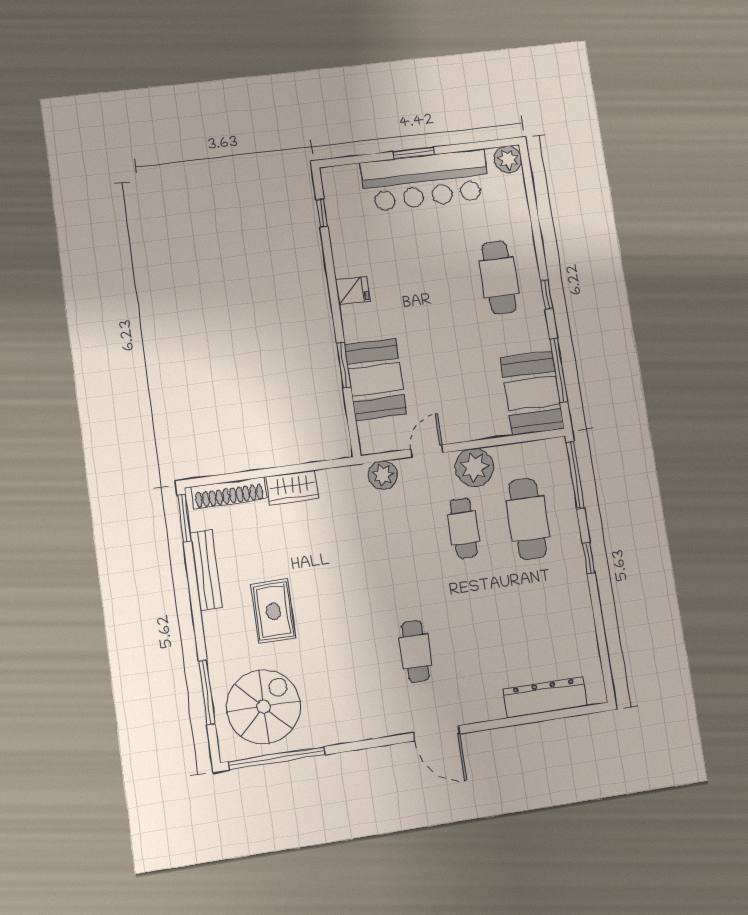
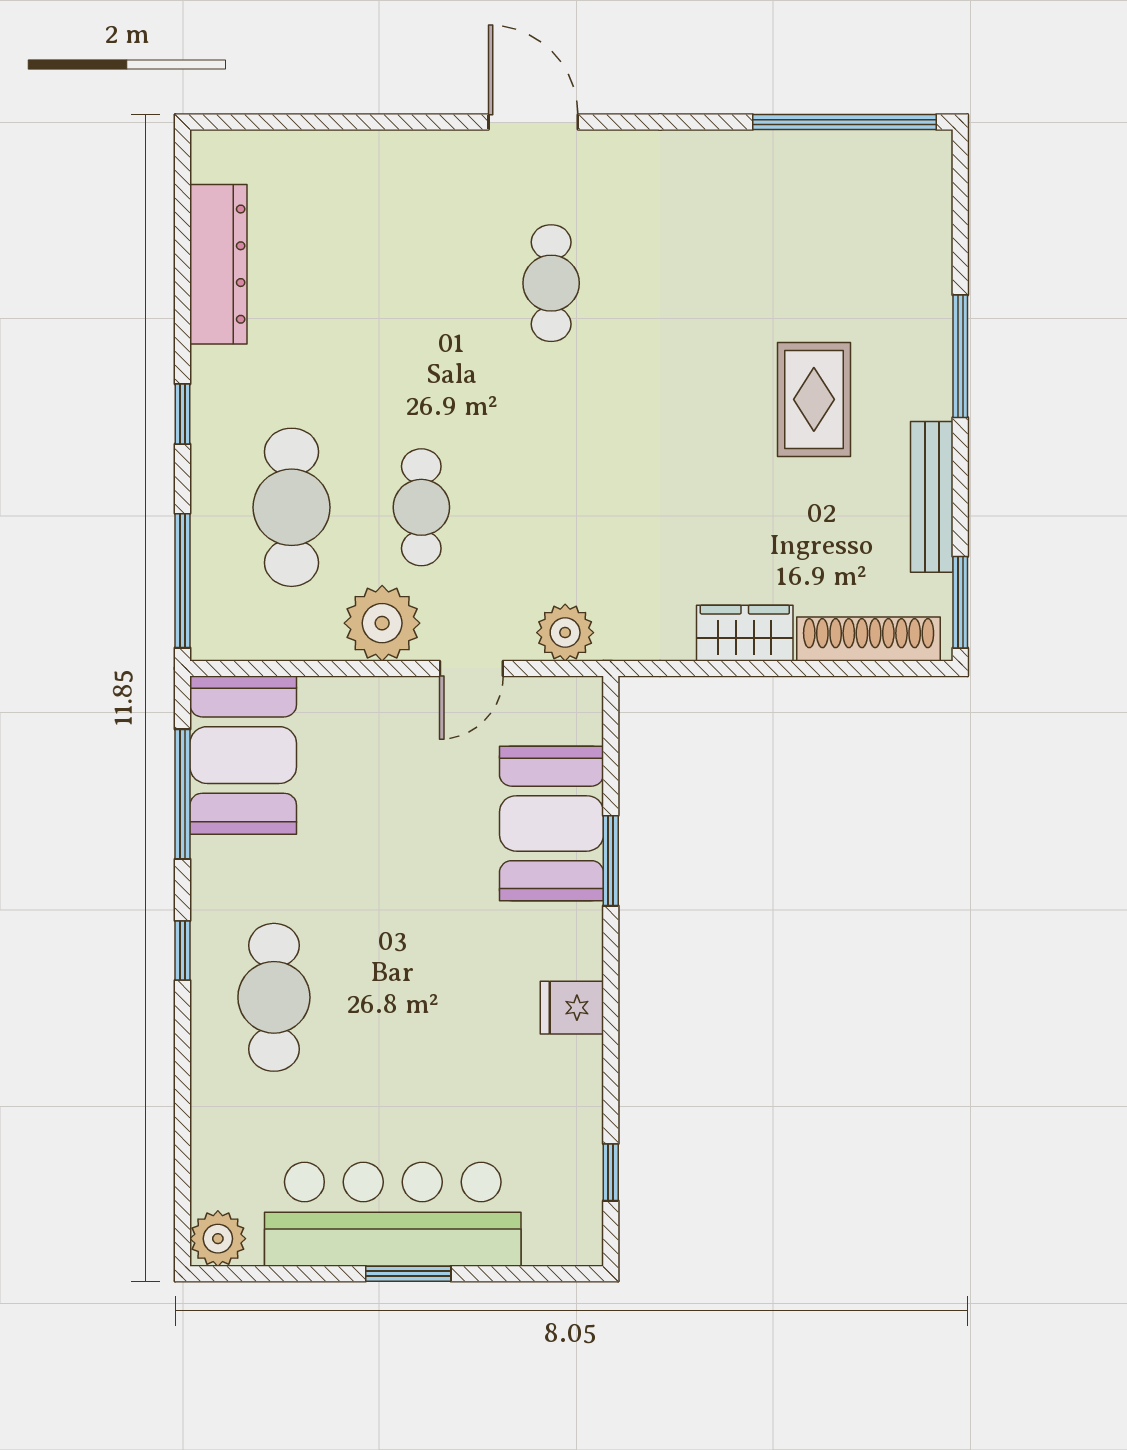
window: (207, 692) -> (960, 356), moved
dresser: (545, 697) -> (218, 264), moved, turned -90
spiral stairs: (264, 707) -> (857, 222), removed

